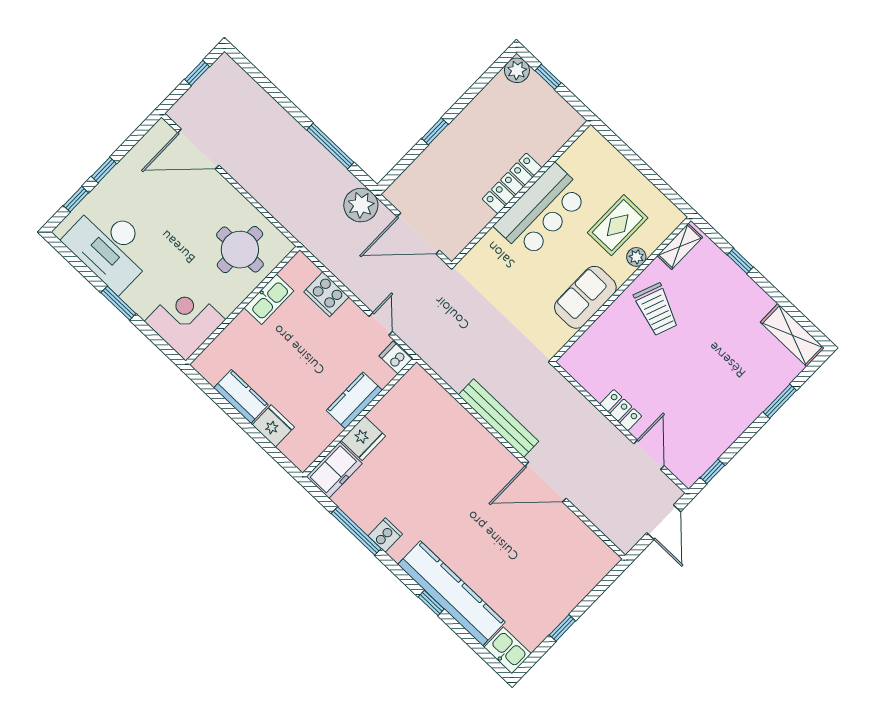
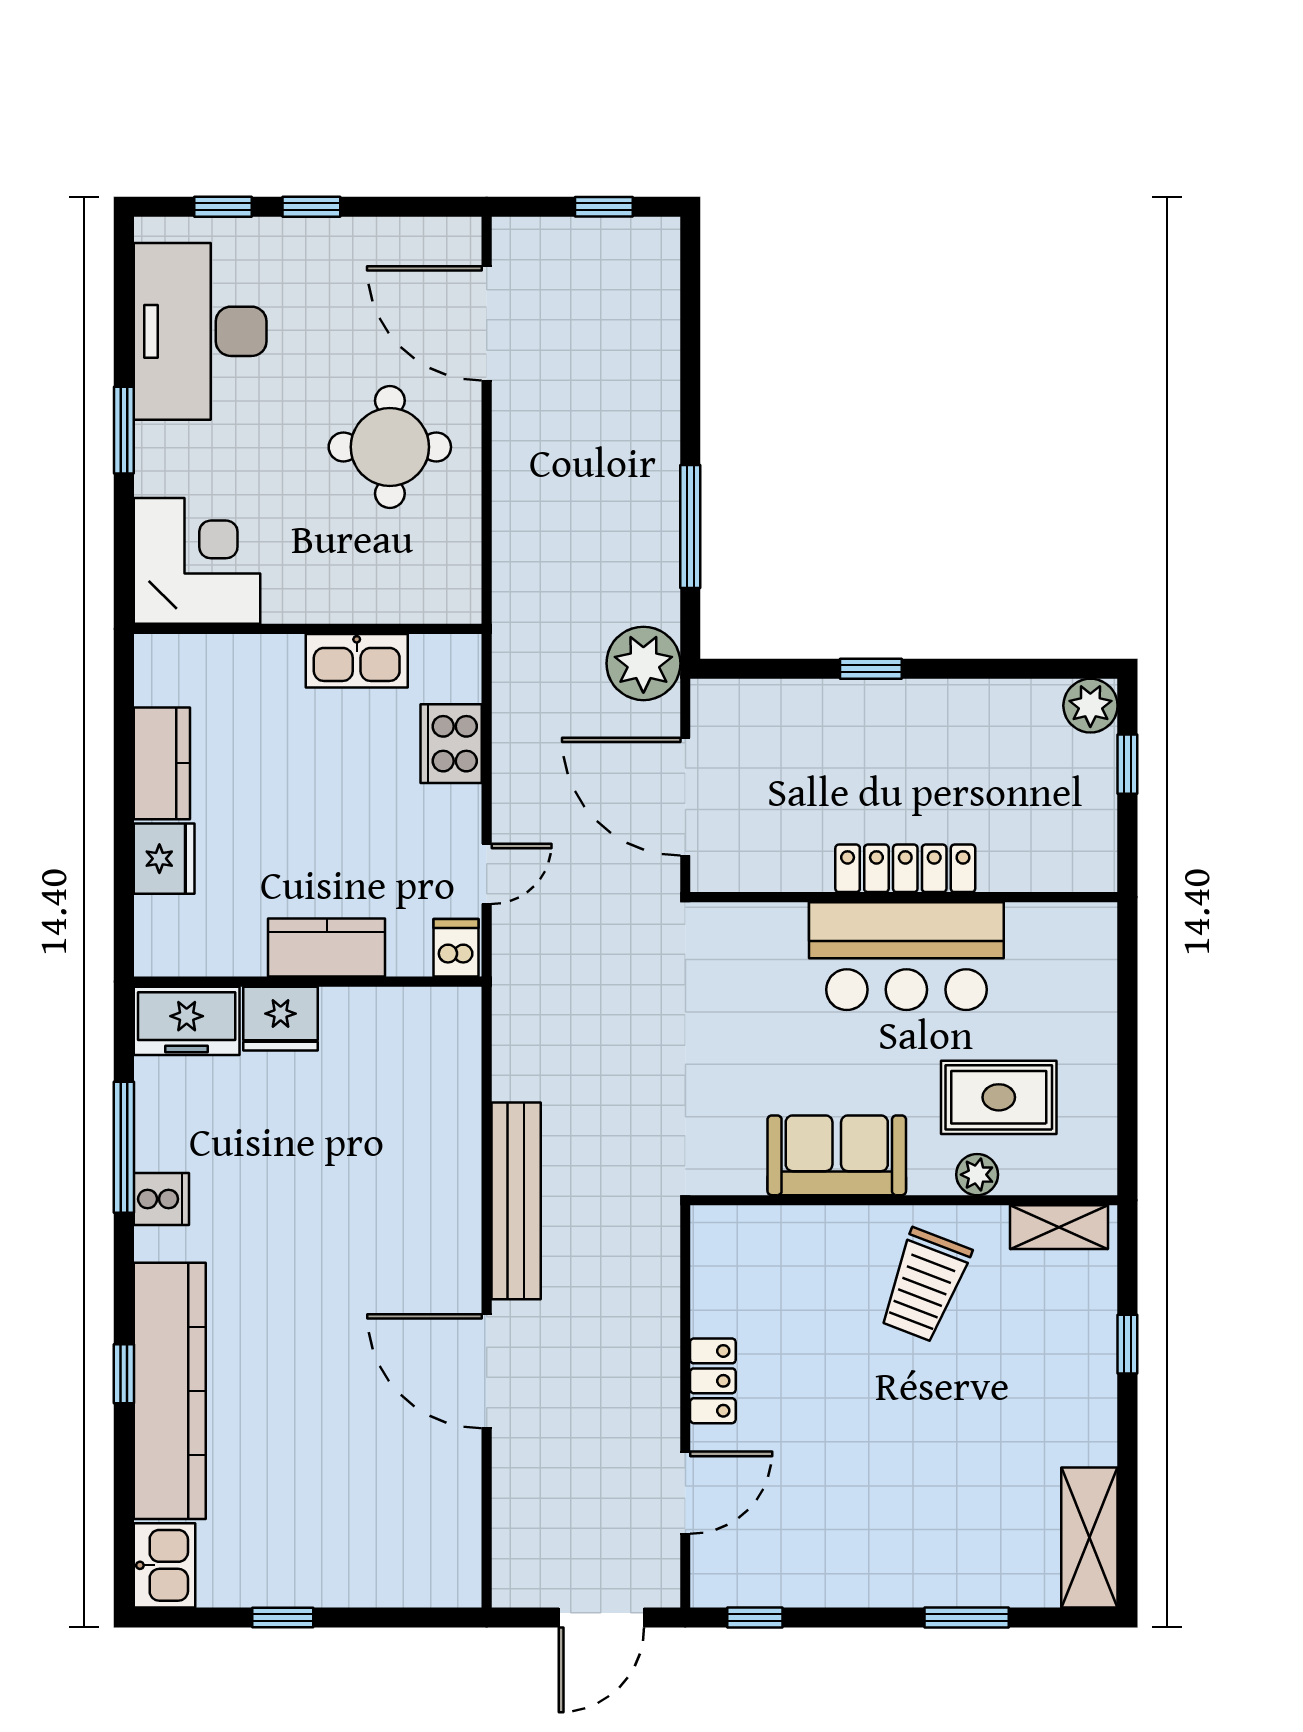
round table: (240, 250) -> (390, 447), moved

